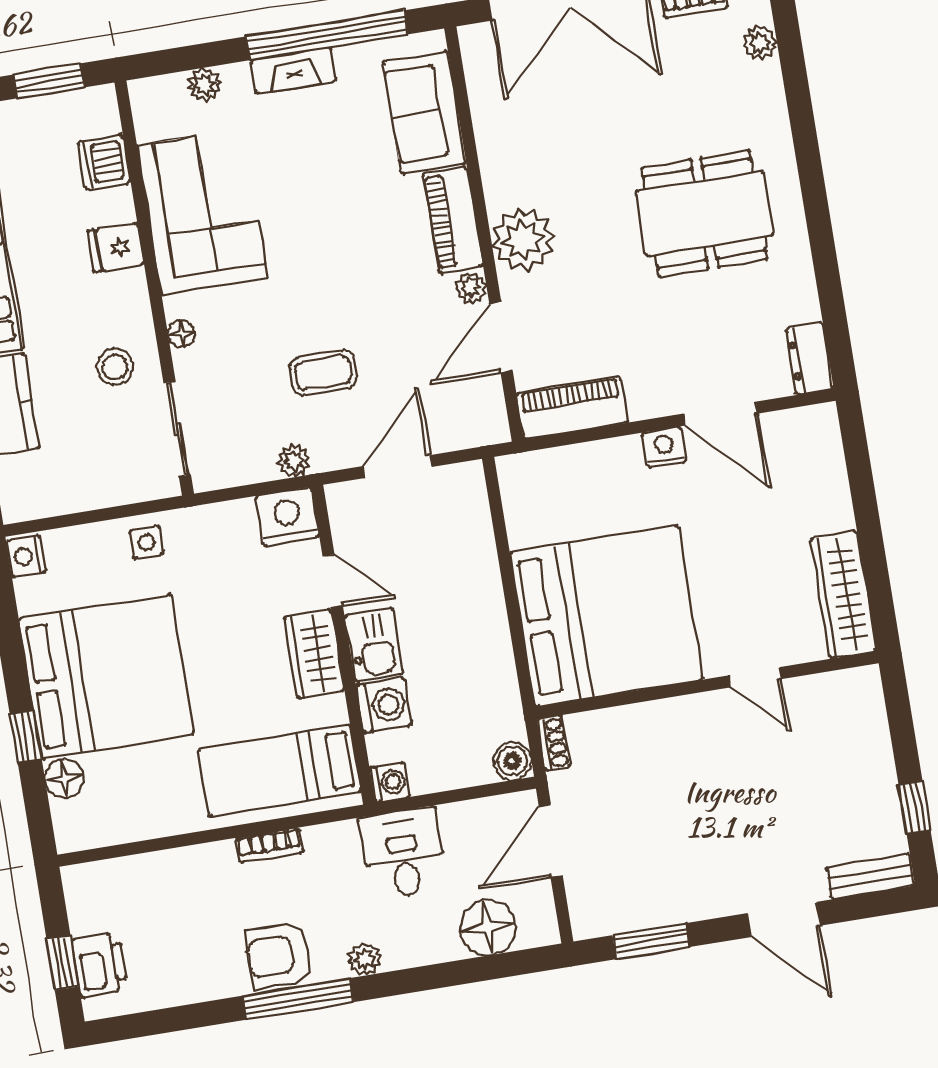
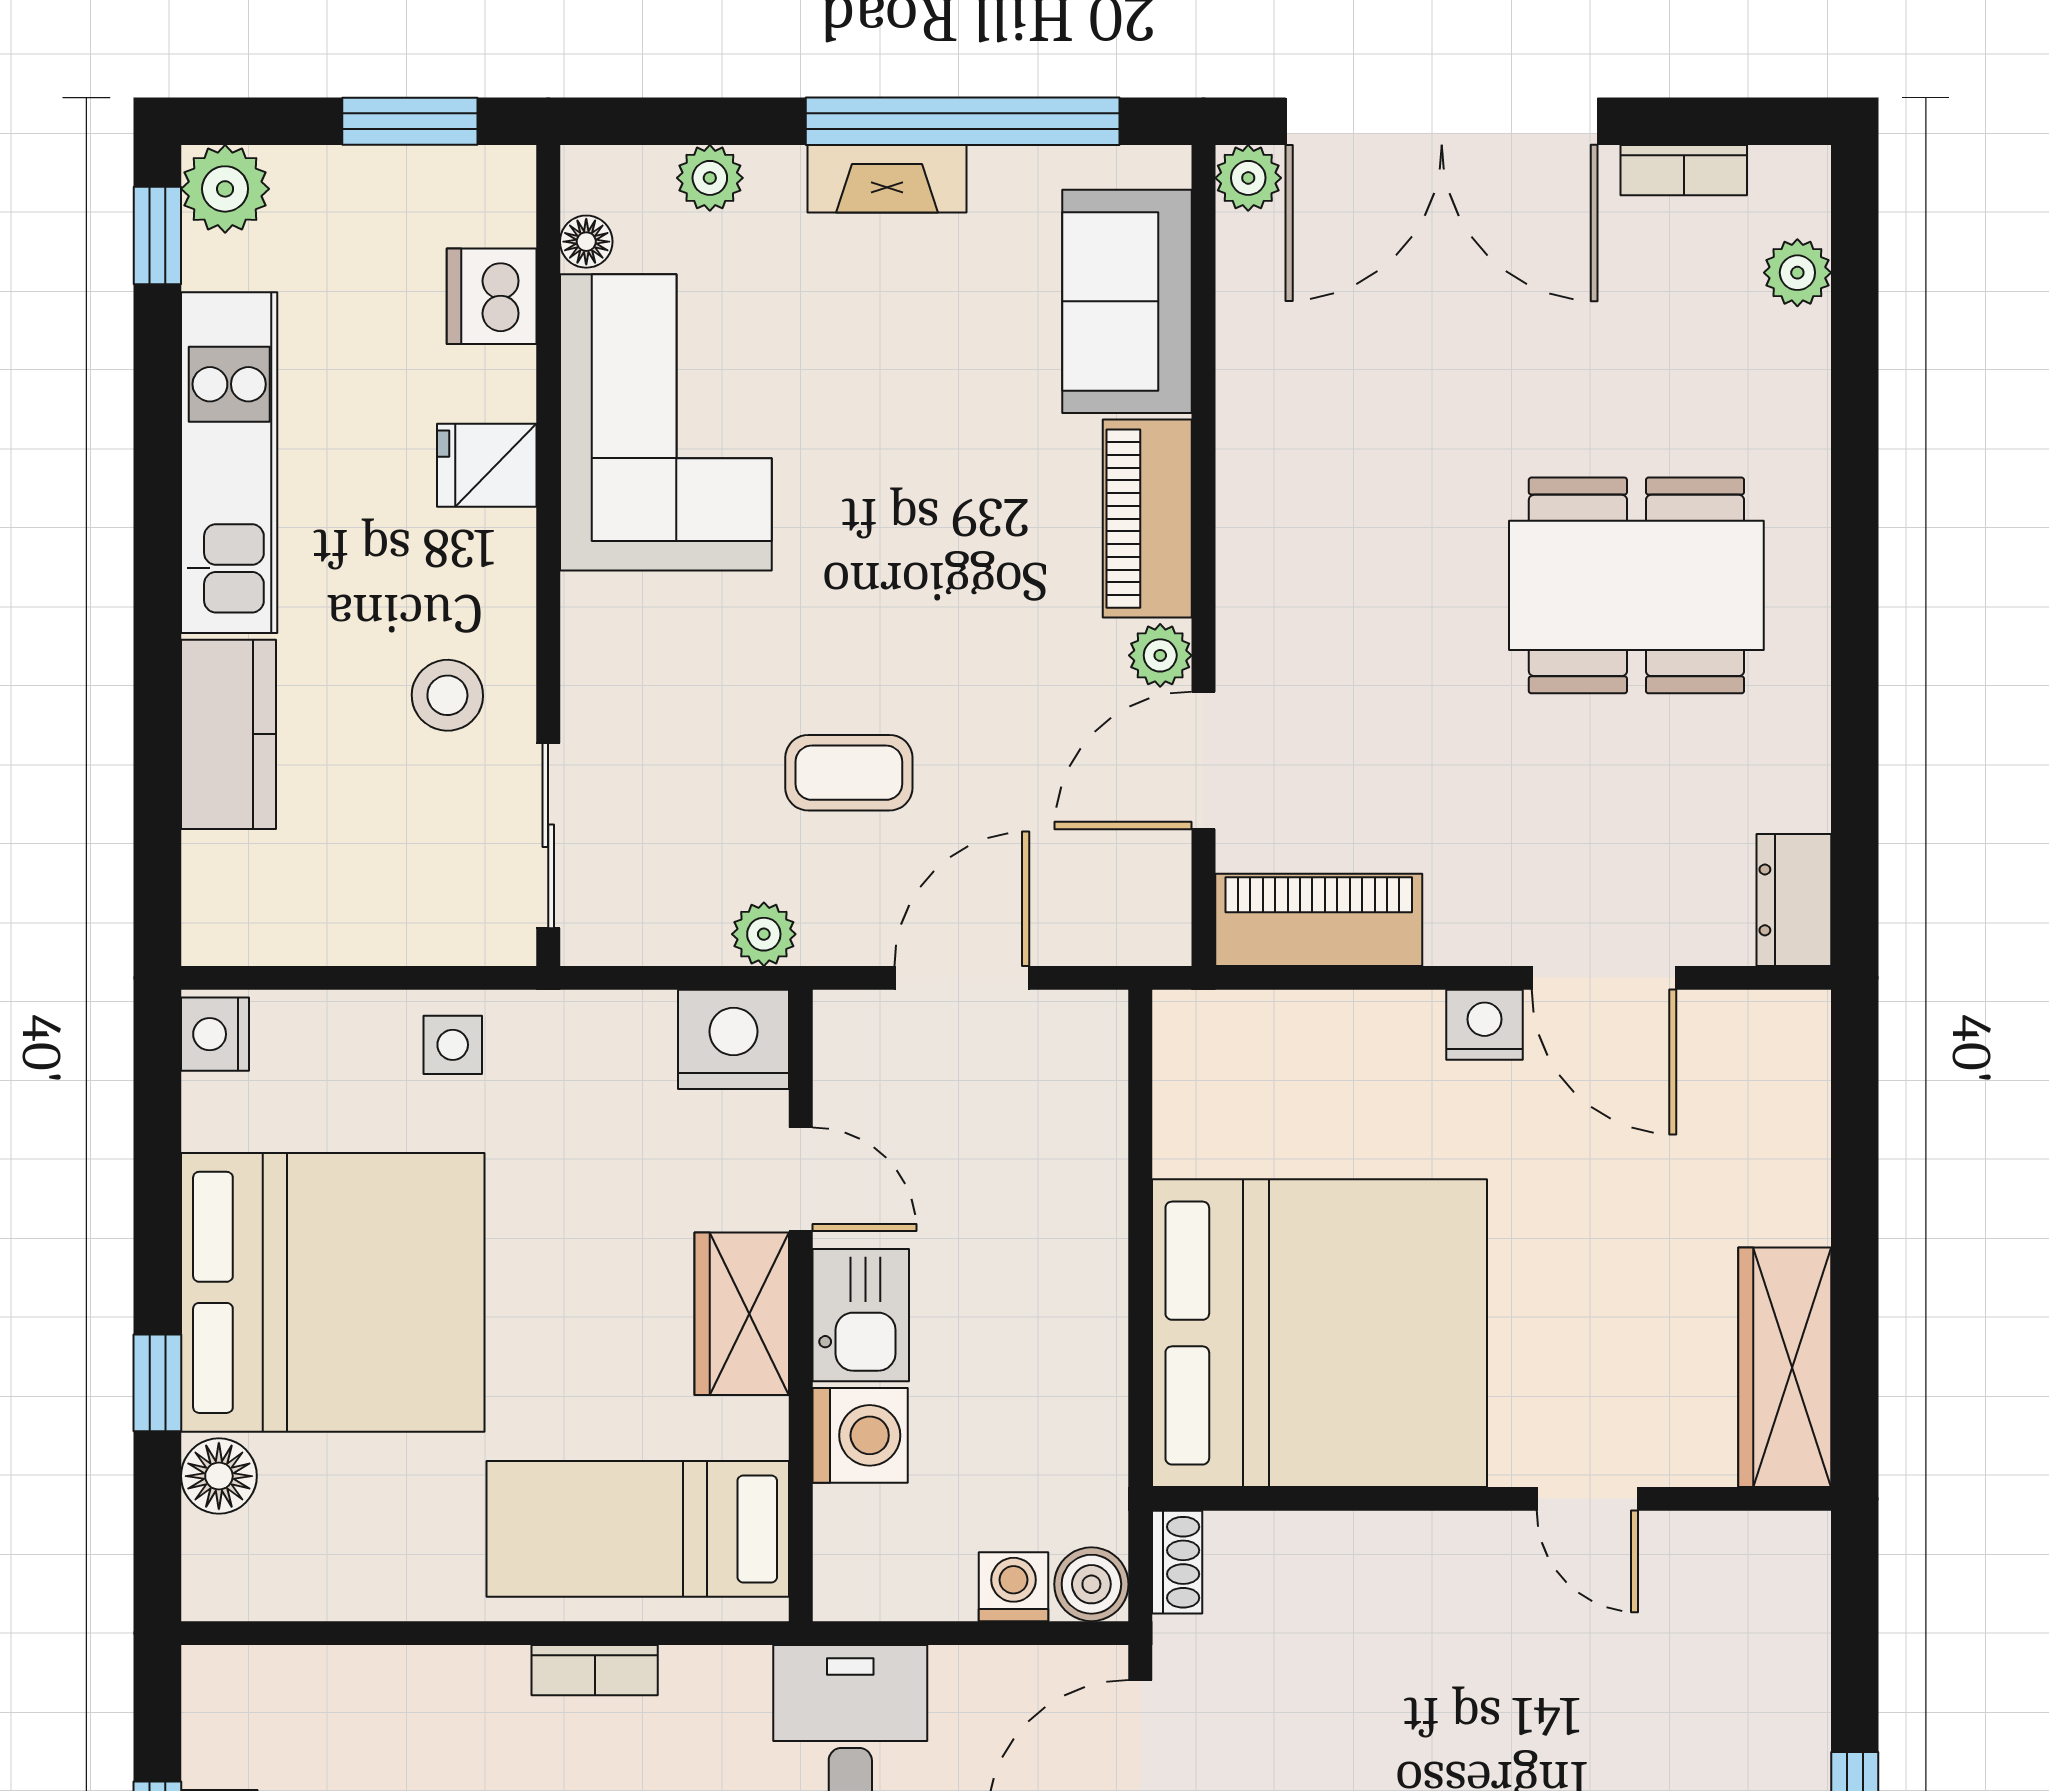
plant: (523, 240) -> (1248, 178), moved, width x0.53, depth x0.53
floor lamp: (181, 334) -> (586, 242), moved
washing machine: (390, 782) -> (1014, 1587), moved, turned -90

